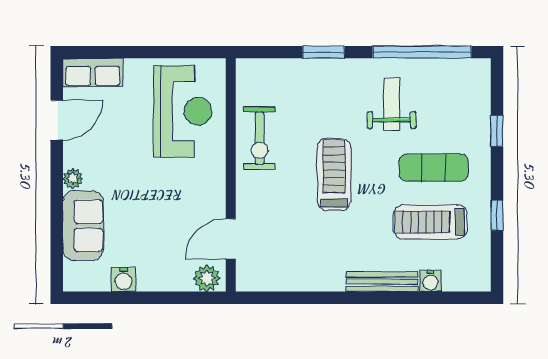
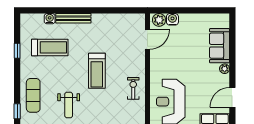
window: (497, 131) -> (17, 111), moved
exercise bike: (260, 138) -> (133, 88), width x0.73, depth x0.72
exercise mat: (434, 168) -> (33, 95), moved, turned 90
water cooler: (124, 280) -> (172, 19), moved

